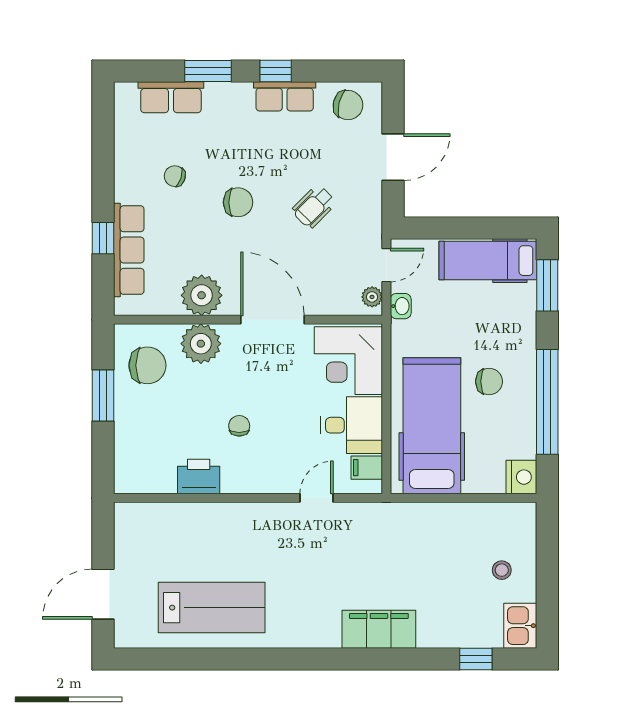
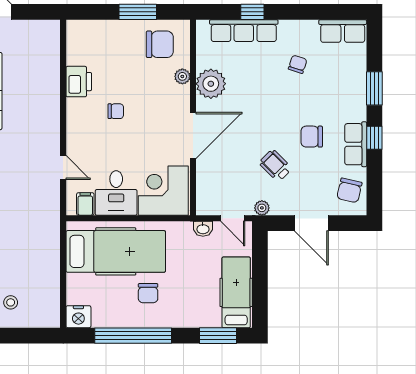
row of seats: (171, 97) -> (343, 31), moved, turned -90
chair: (238, 202) -> (312, 137), moved, turned 90
plant: (372, 297) -> (262, 208), moved
plant: (201, 344) -> (182, 76), width x0.53, depth x0.53
chair: (147, 365) -> (160, 44), turned -90

